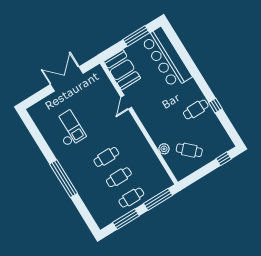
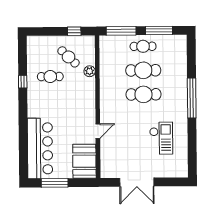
cafe table: (196, 109) -> (50, 77), moved
checkout: (69, 129) -> (161, 138), turned 180
cafe table: (106, 157) -> (143, 94), width x1.37, depth x1.35
window: (224, 159) -> (74, 31), moved
cafe table: (119, 177) -> (143, 70), width x1.37, depth x1.35

